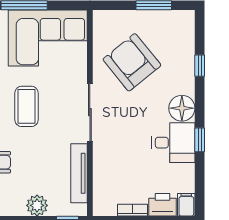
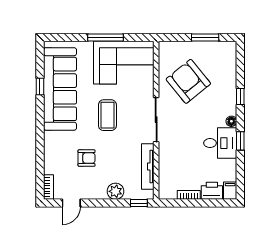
window: (200, 66) -> (240, 97), moved
floor lamp: (182, 108) -> (231, 121), width x0.53, depth x0.53

